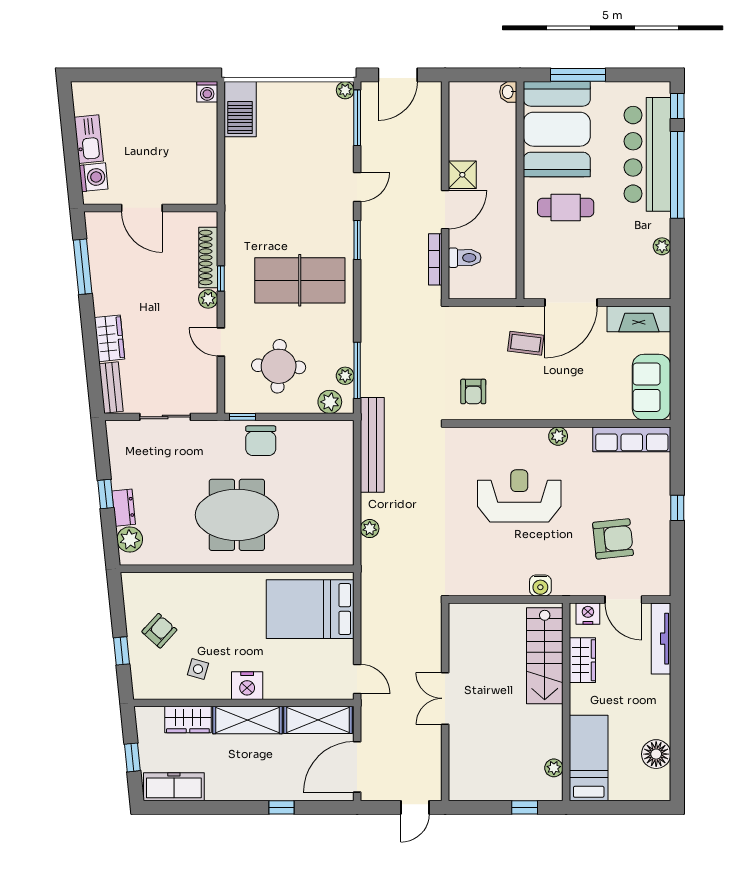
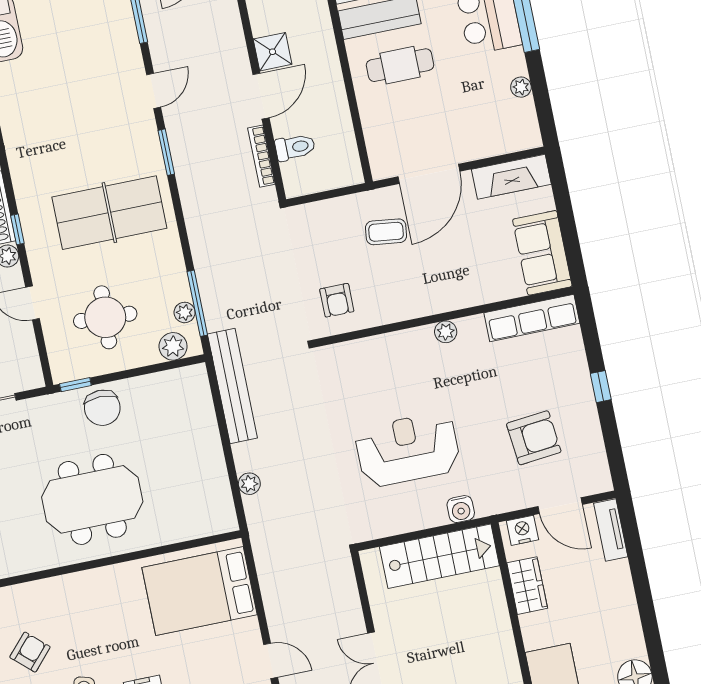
reception desk: (519, 496) -> (408, 449), moved
tv unit: (661, 639) -> (611, 530), width x0.71
stairs: (545, 656) -> (439, 556), moved, turned -90

